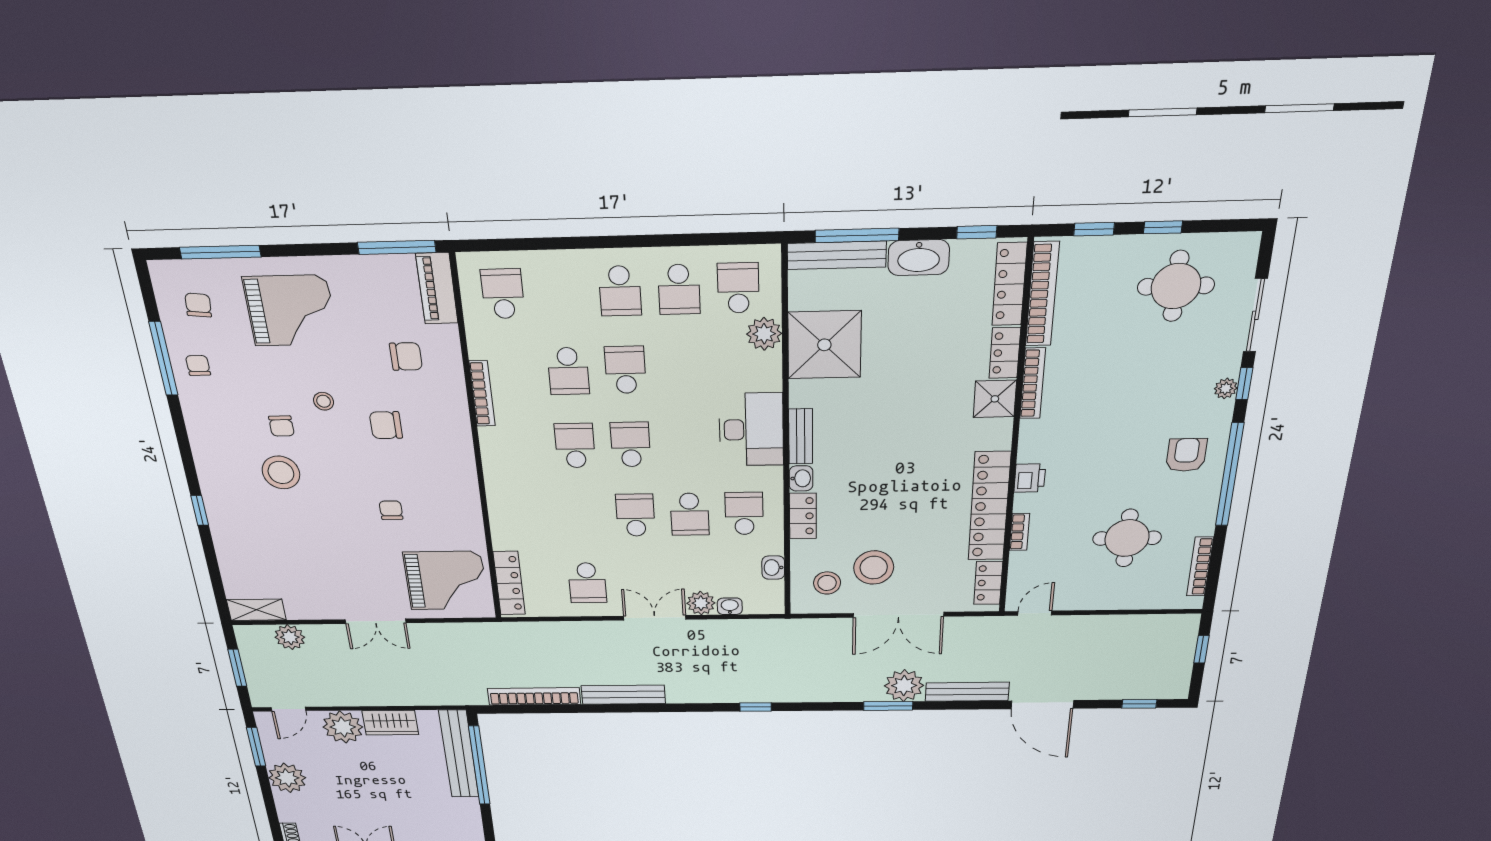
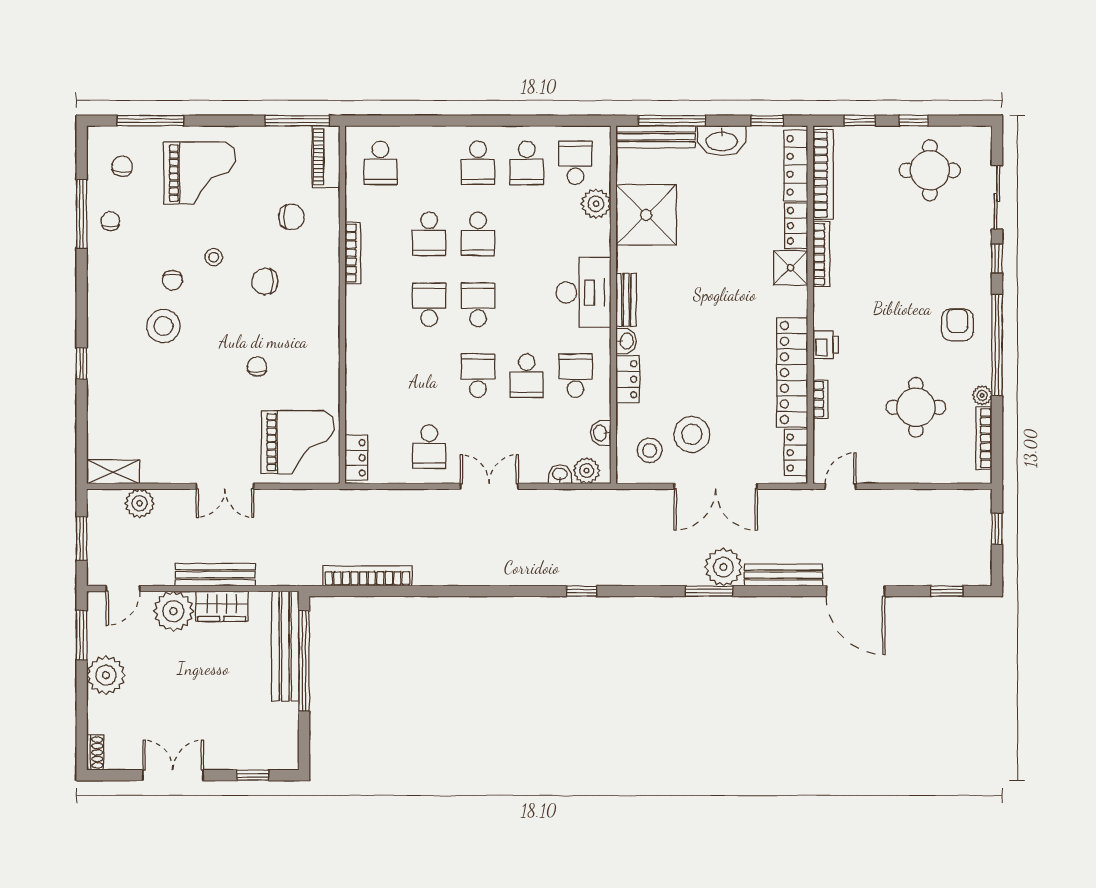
school desk: (503, 294) -> (380, 163), turned 180
school desk: (625, 370) -> (478, 234), turned 180
plant: (1226, 388) -> (982, 395), moved
locker: (509, 583) -> (356, 458), width x0.66
plant: (701, 603) -> (587, 471), moved
bench: (623, 695) -> (215, 575), moved

